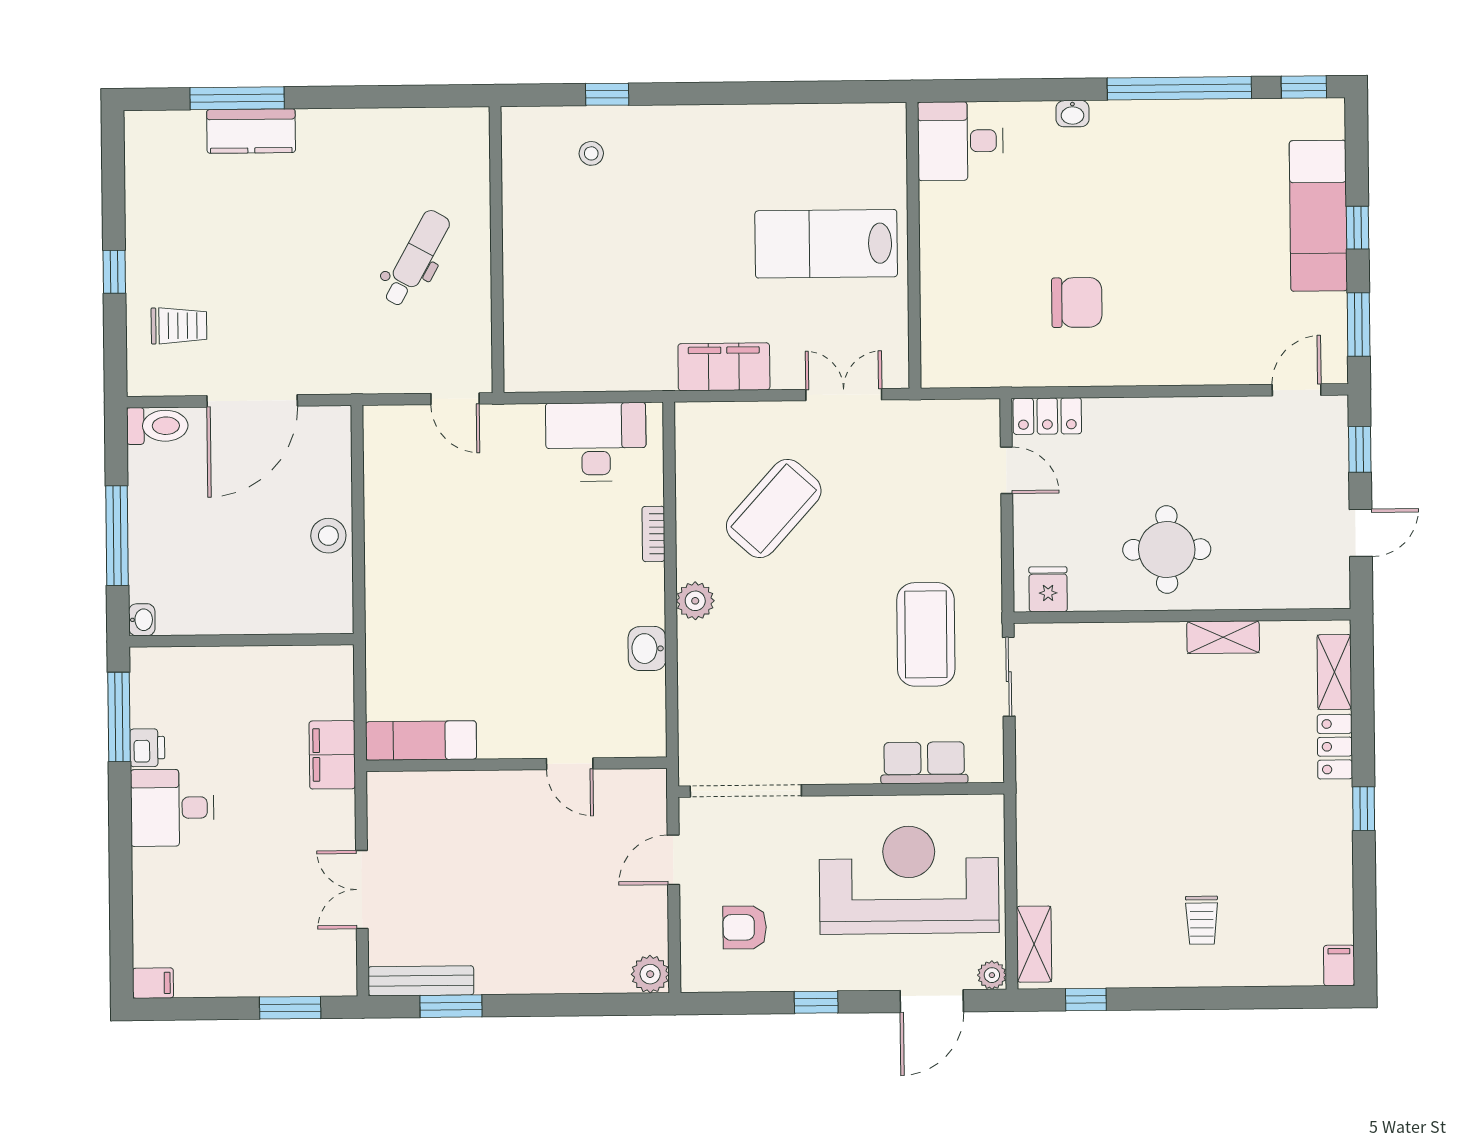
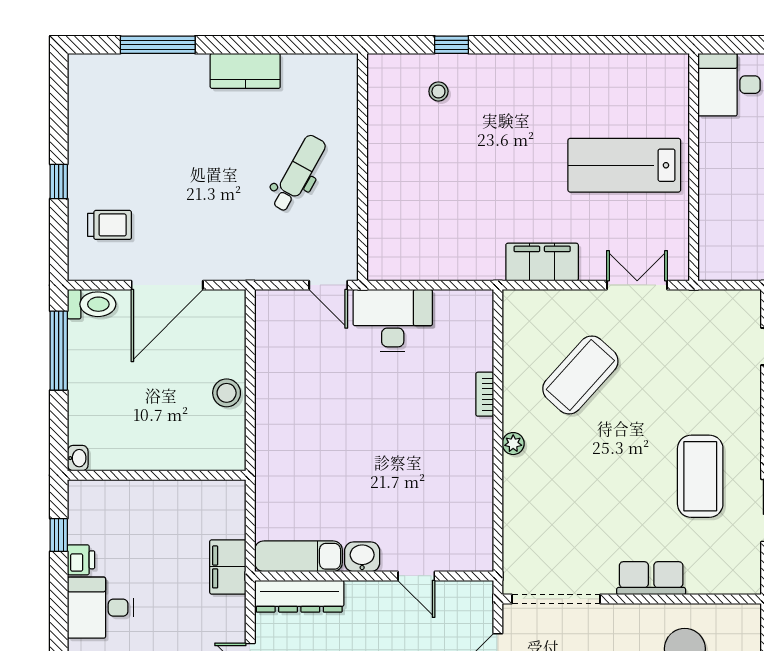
kitchen counter: (251, 131) -> (245, 71), moved
desk: (596, 442) -> (393, 321), moved
window: (117, 536) -> (59, 351), moved
plant: (695, 601) -> (513, 444), width x0.73, depth x0.73
washbasin: (647, 649) -> (362, 557), moved, turned 90
window: (119, 717) -> (59, 535), width x0.46
row of seats: (924, 763) -> (651, 578), moved
dresser: (423, 791) -> (299, 596), added

